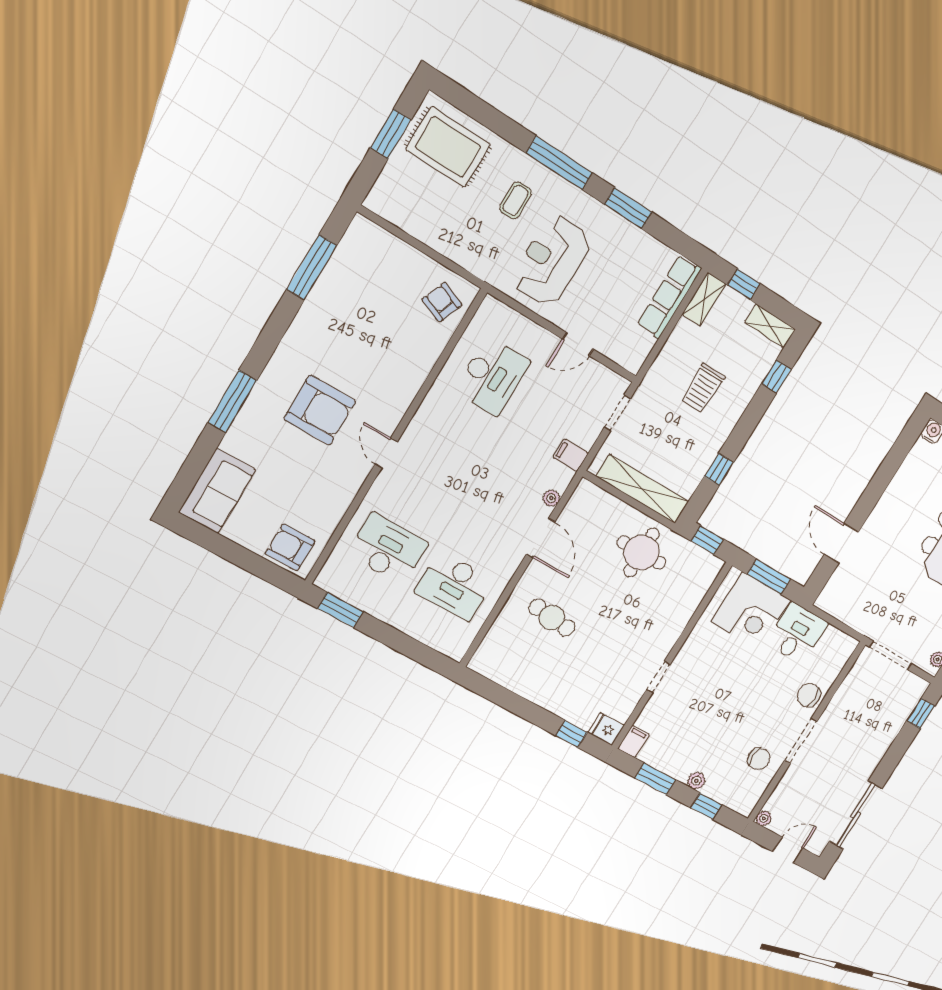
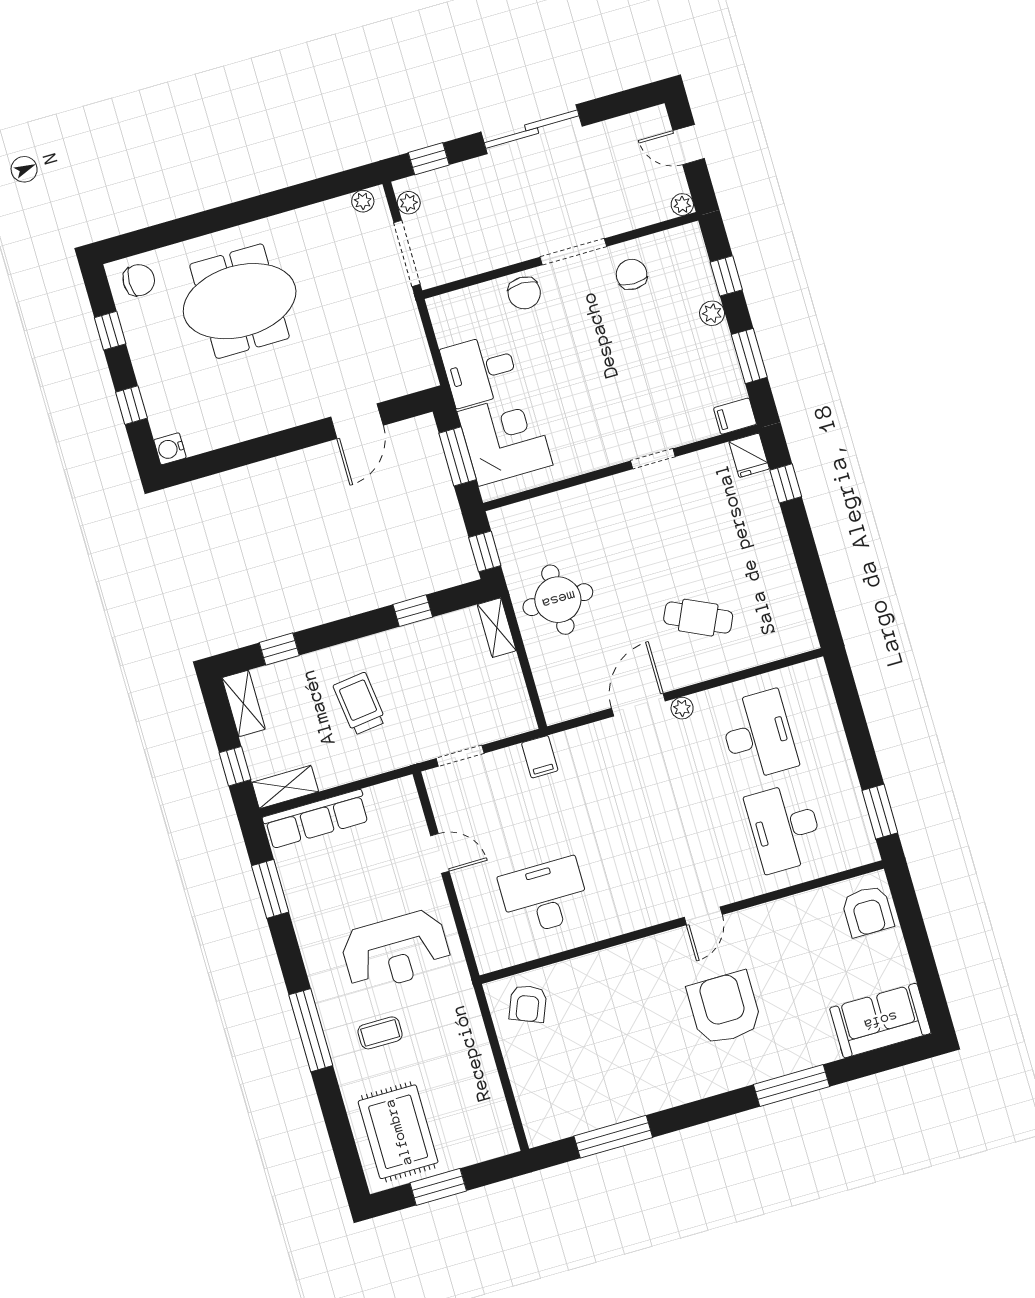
window: (628, 208) -> (270, 889), moved
trolley: (703, 388) -> (360, 704), turned -97
shelving: (642, 489) -> (497, 628), width x0.45, depth x0.75
plant: (551, 498) -> (682, 708), moved
cafe table: (552, 617) -> (698, 618), turned -71
plant: (912, 682) -> (409, 203), added
sliding door: (856, 815) -> (532, 129), moved

